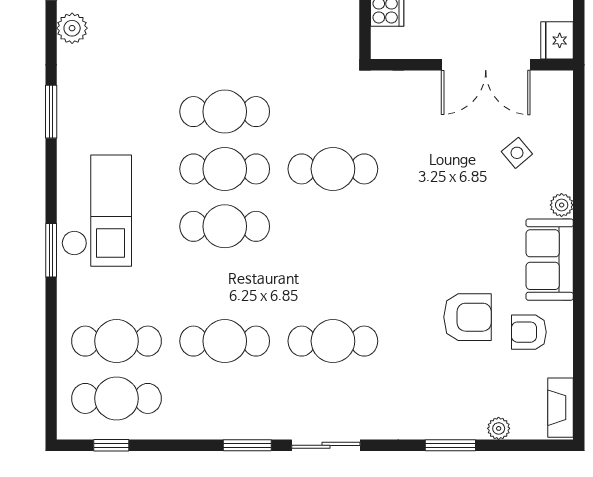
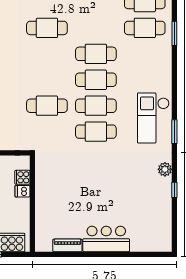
checkout: (97, 211) -> (153, 118), moved
window: (51, 250) -> (174, 33), moved
cafe table: (225, 341) -> (96, 54), moved

